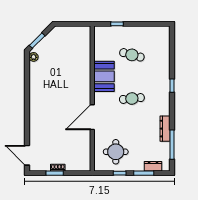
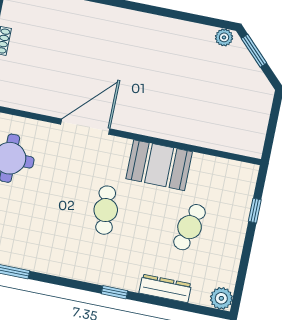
plant: (164, 32) -> (221, 298), added
door: (92, 117) -> (85, 127), hinge flipped
dresser: (165, 129) -> (165, 288), moved

